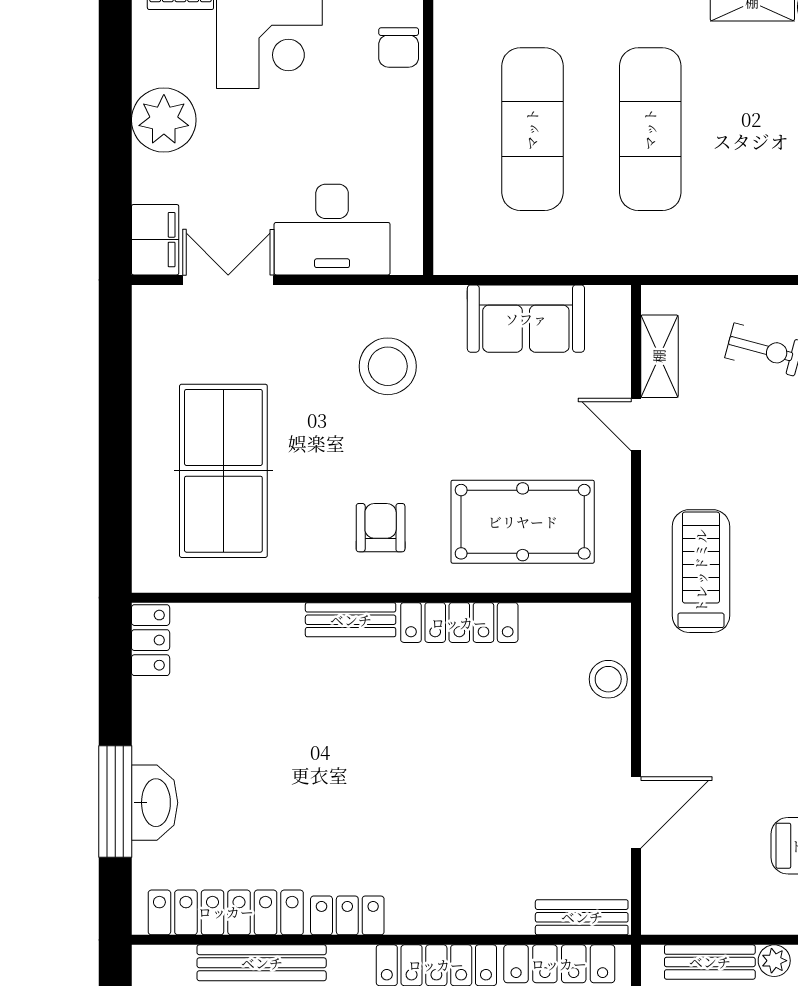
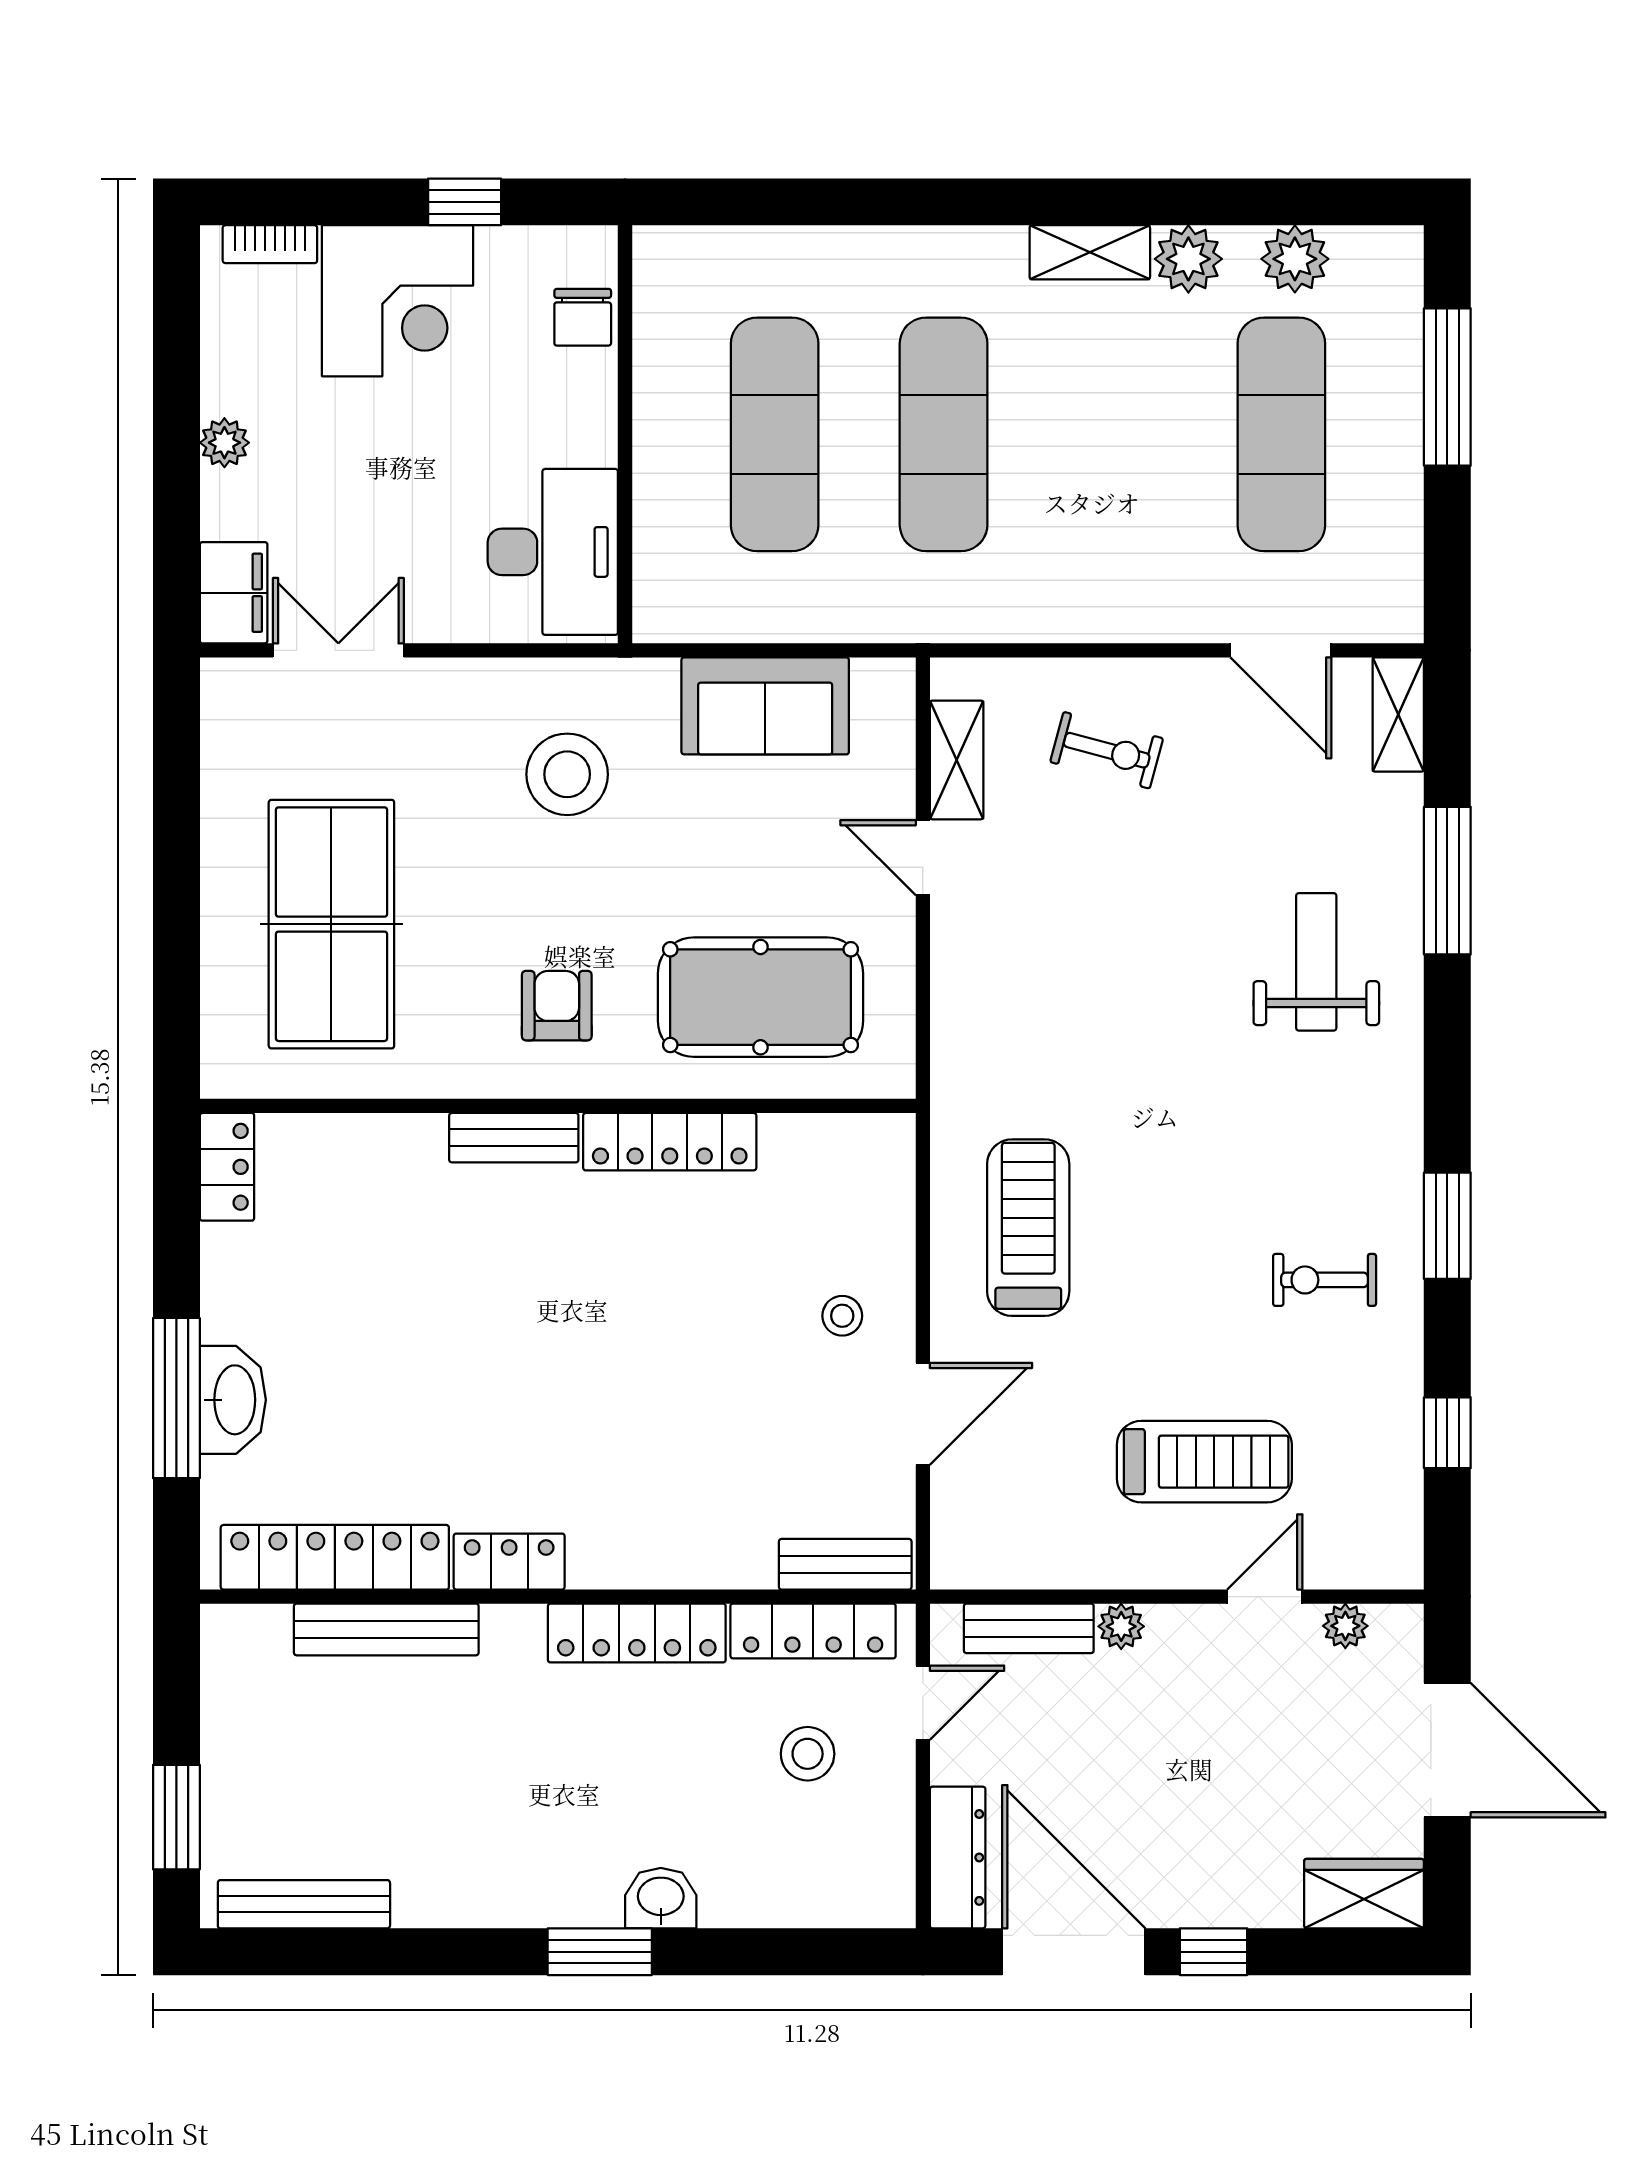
plant: (164, 120) -> (224, 443), width x0.53, depth x0.53
desk: (332, 230) -> (553, 552), moved, turned -90
treadmill: (701, 571) -> (1028, 1228), moved
stool: (608, 679) -> (842, 1316), moved, width x0.73, depth x0.73

